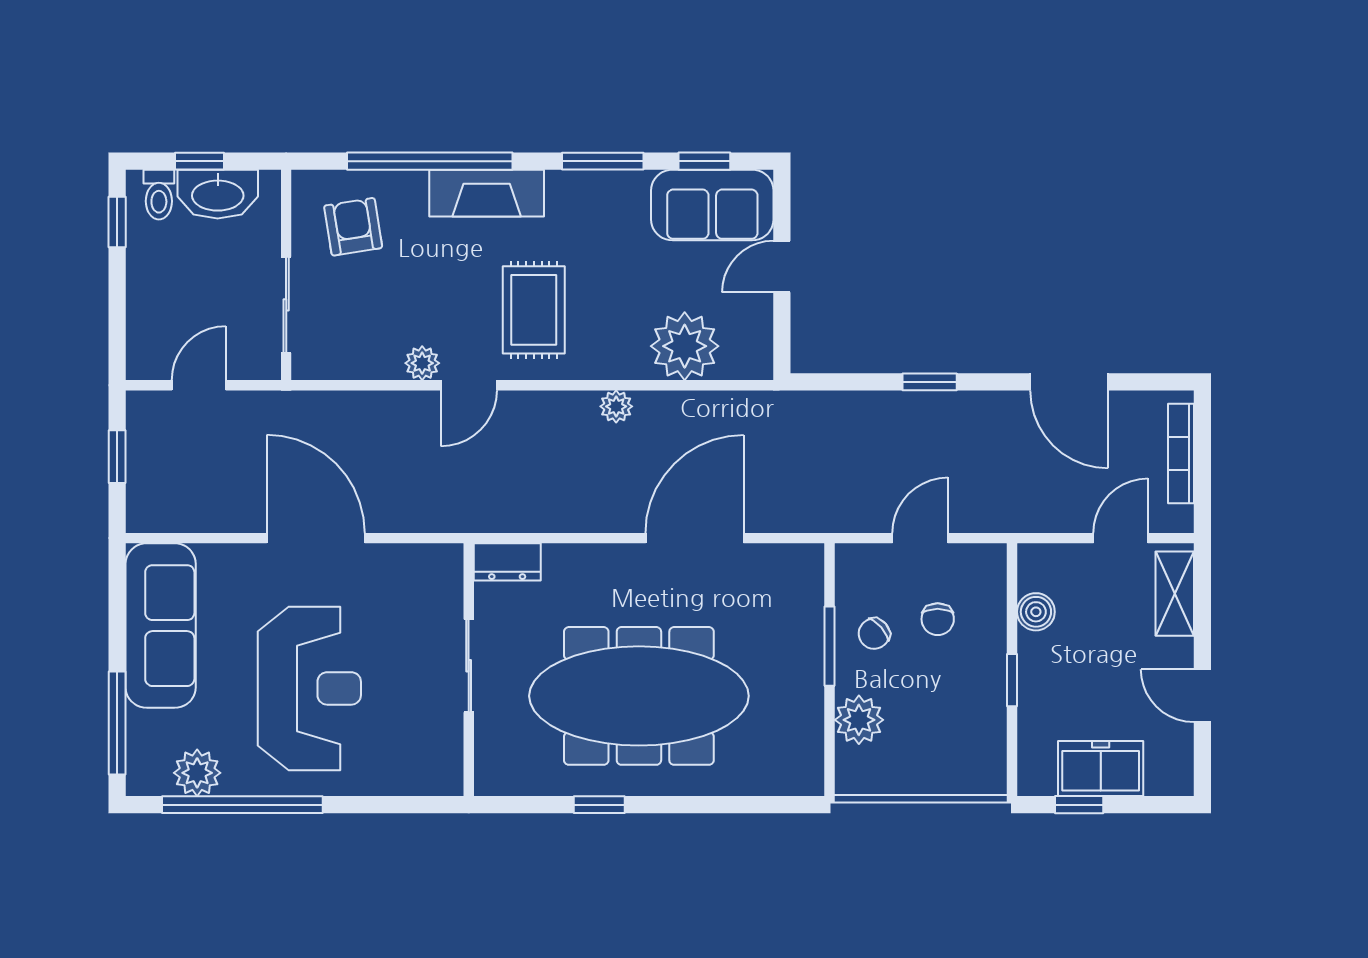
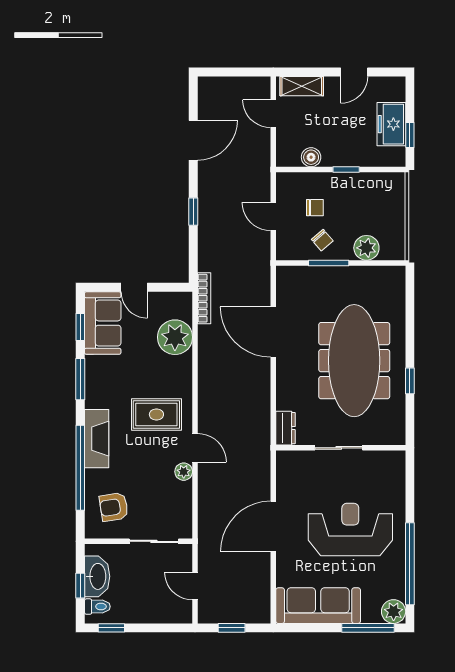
plant: (616, 406) -> (206, 372), removed
bookcase: (1181, 453) -> (204, 298), moved, turned -90
plant: (197, 773) -> (394, 612), moved

